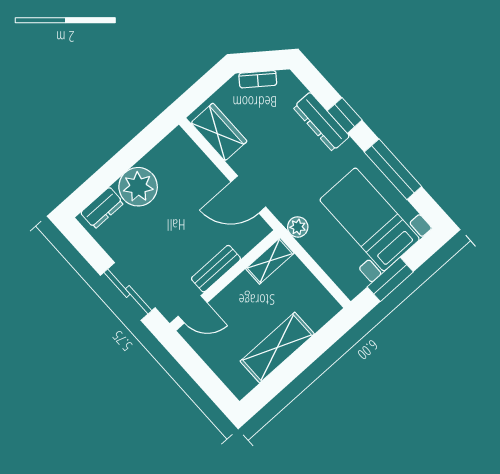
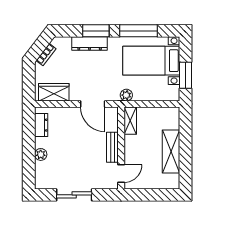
window: (345, 115) -> (96, 31), width x1.50
plant: (138, 187) -> (41, 154), width x0.53, depth x0.53
door: (248, 194) -> (93, 104), hinge flipped
dresser: (102, 208) -> (41, 125), moved
sliding door: (128, 291) -> (74, 195), moved

